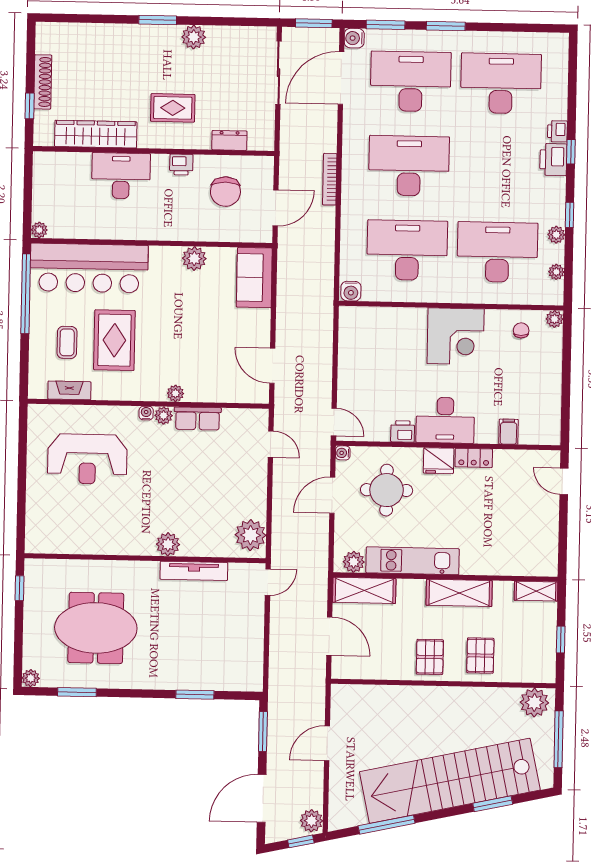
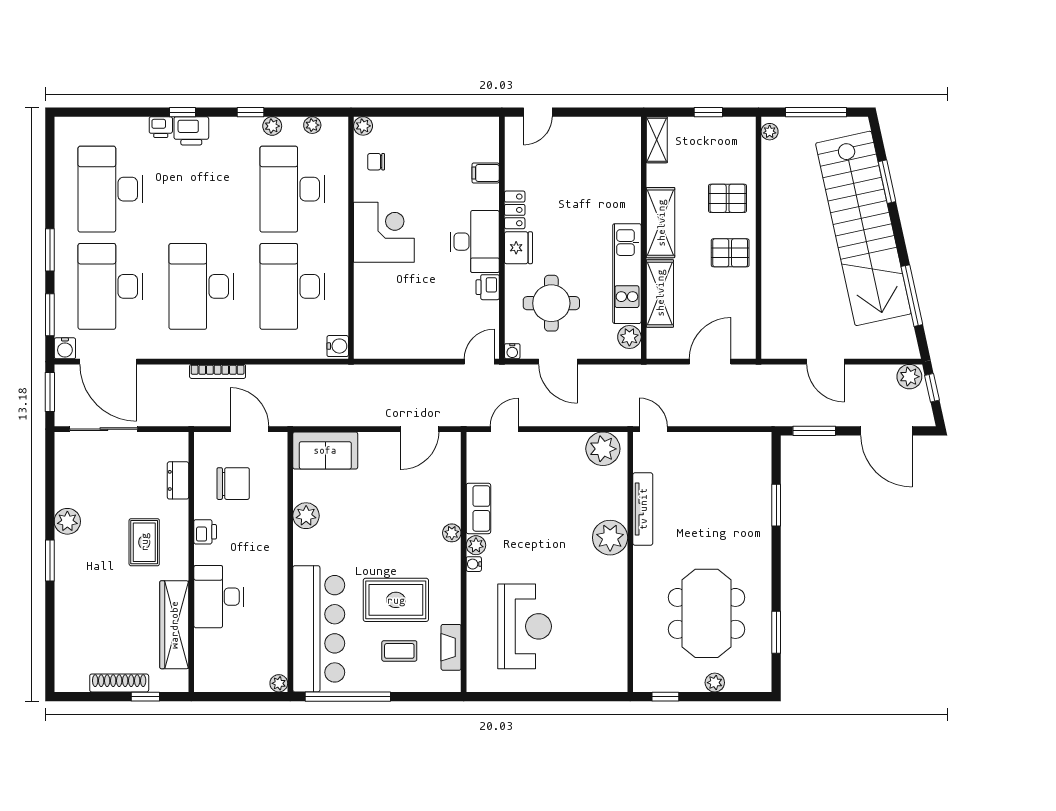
plant: (168, 544) -> (610, 538), width x1.36, depth x1.36
shelving: (364, 590) -> (660, 293), moved
plant: (31, 678) -> (715, 683), moved
plant: (534, 702) -> (770, 132), width x0.53, depth x0.53

